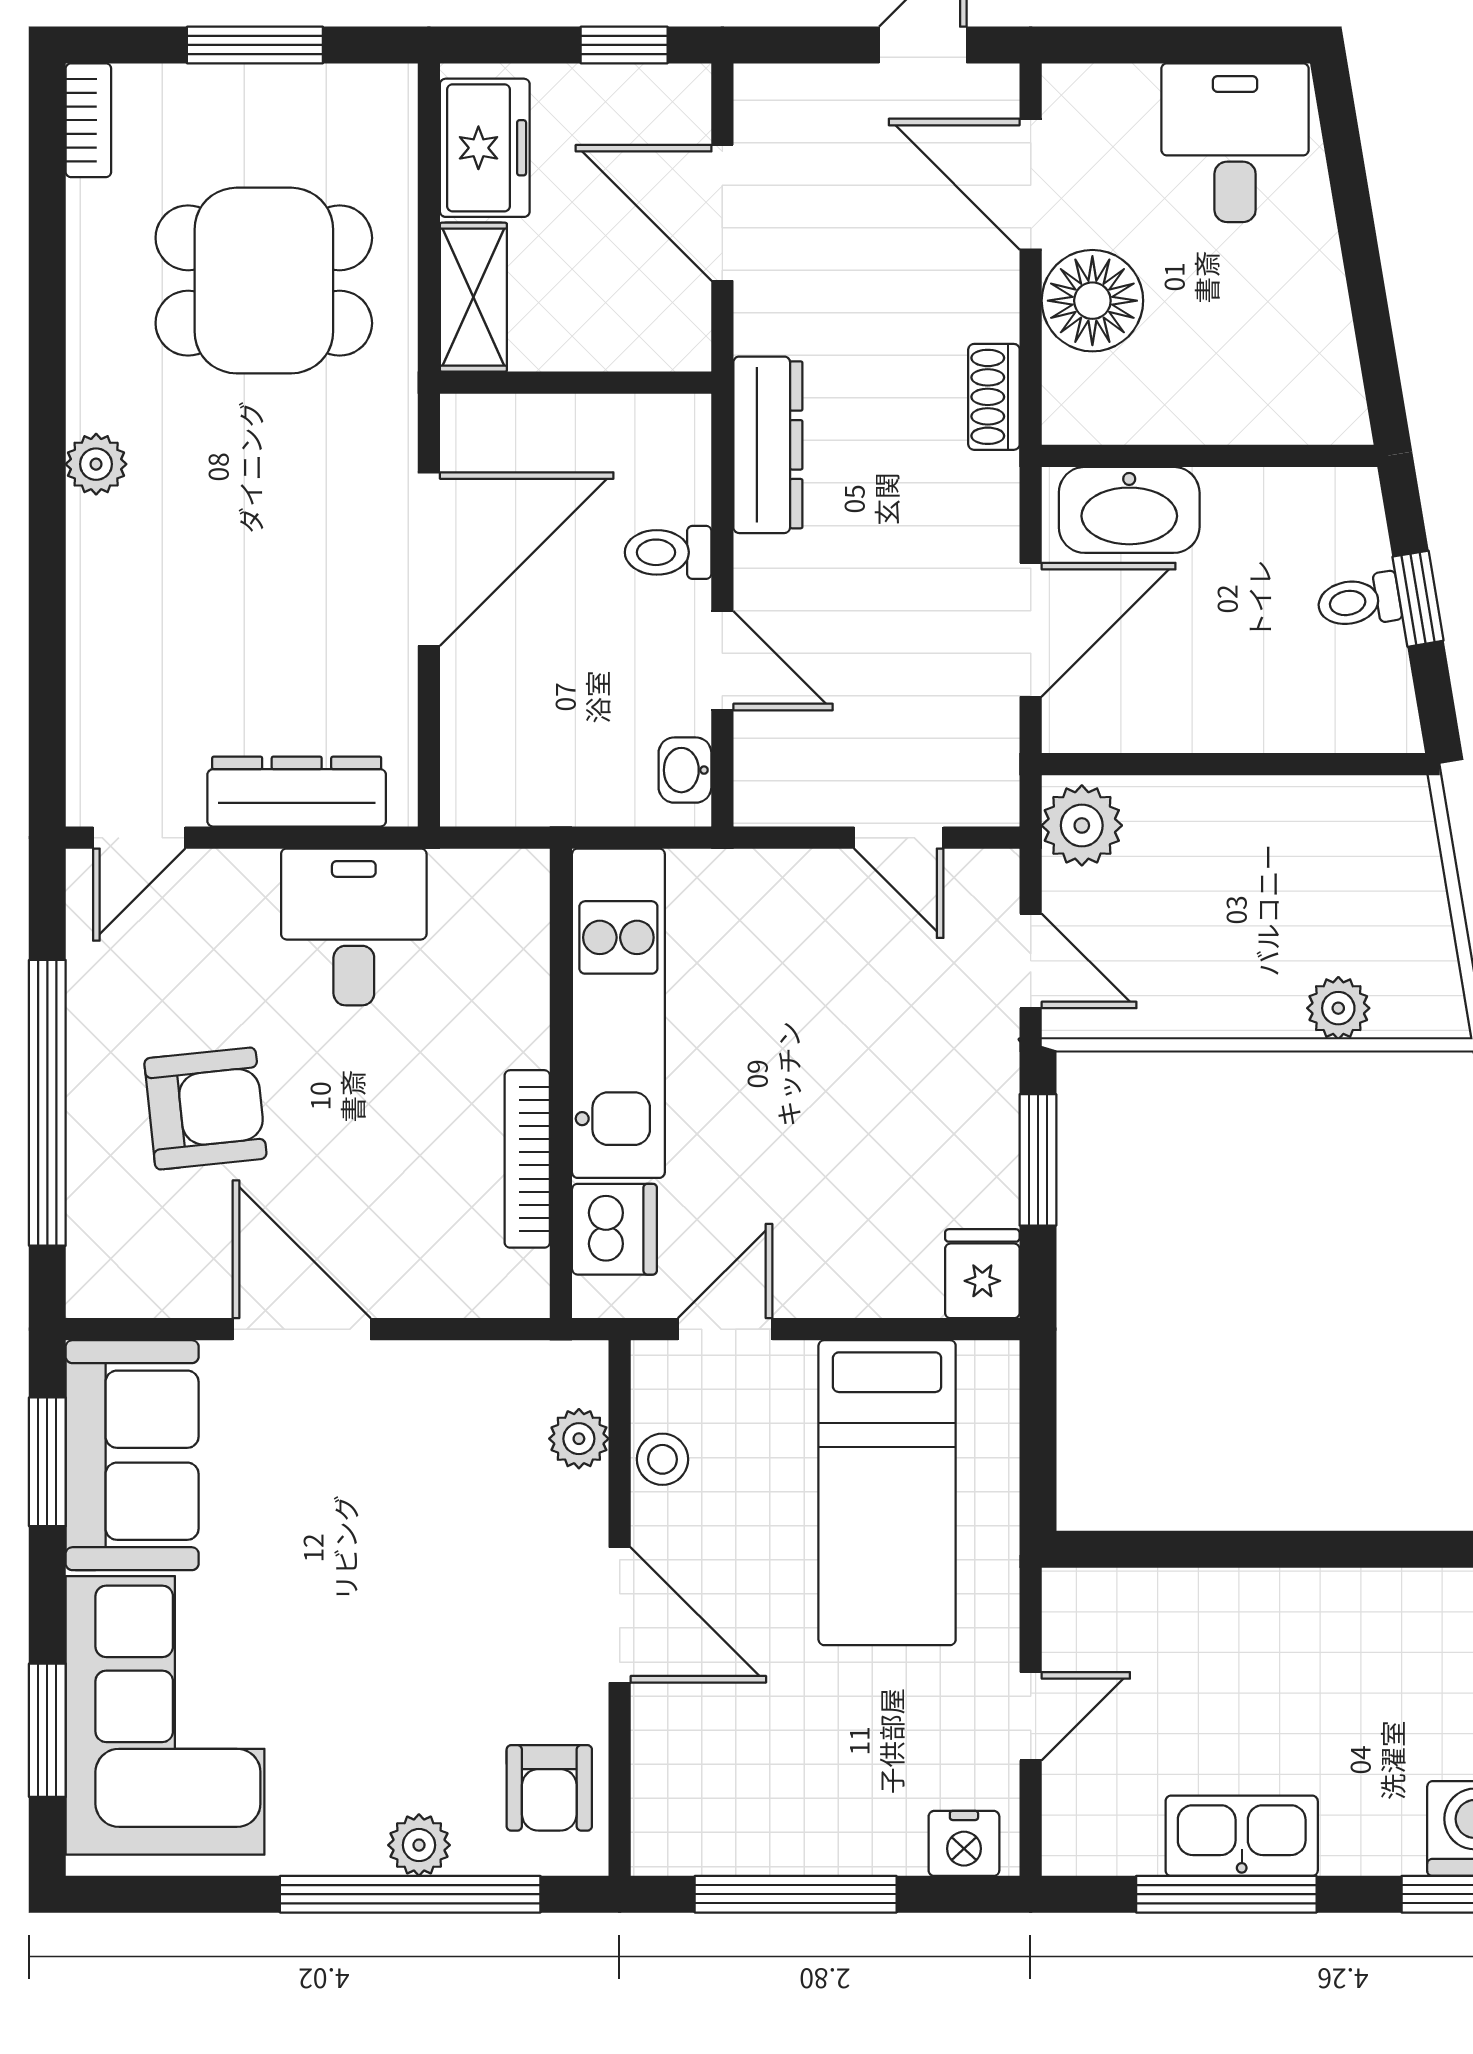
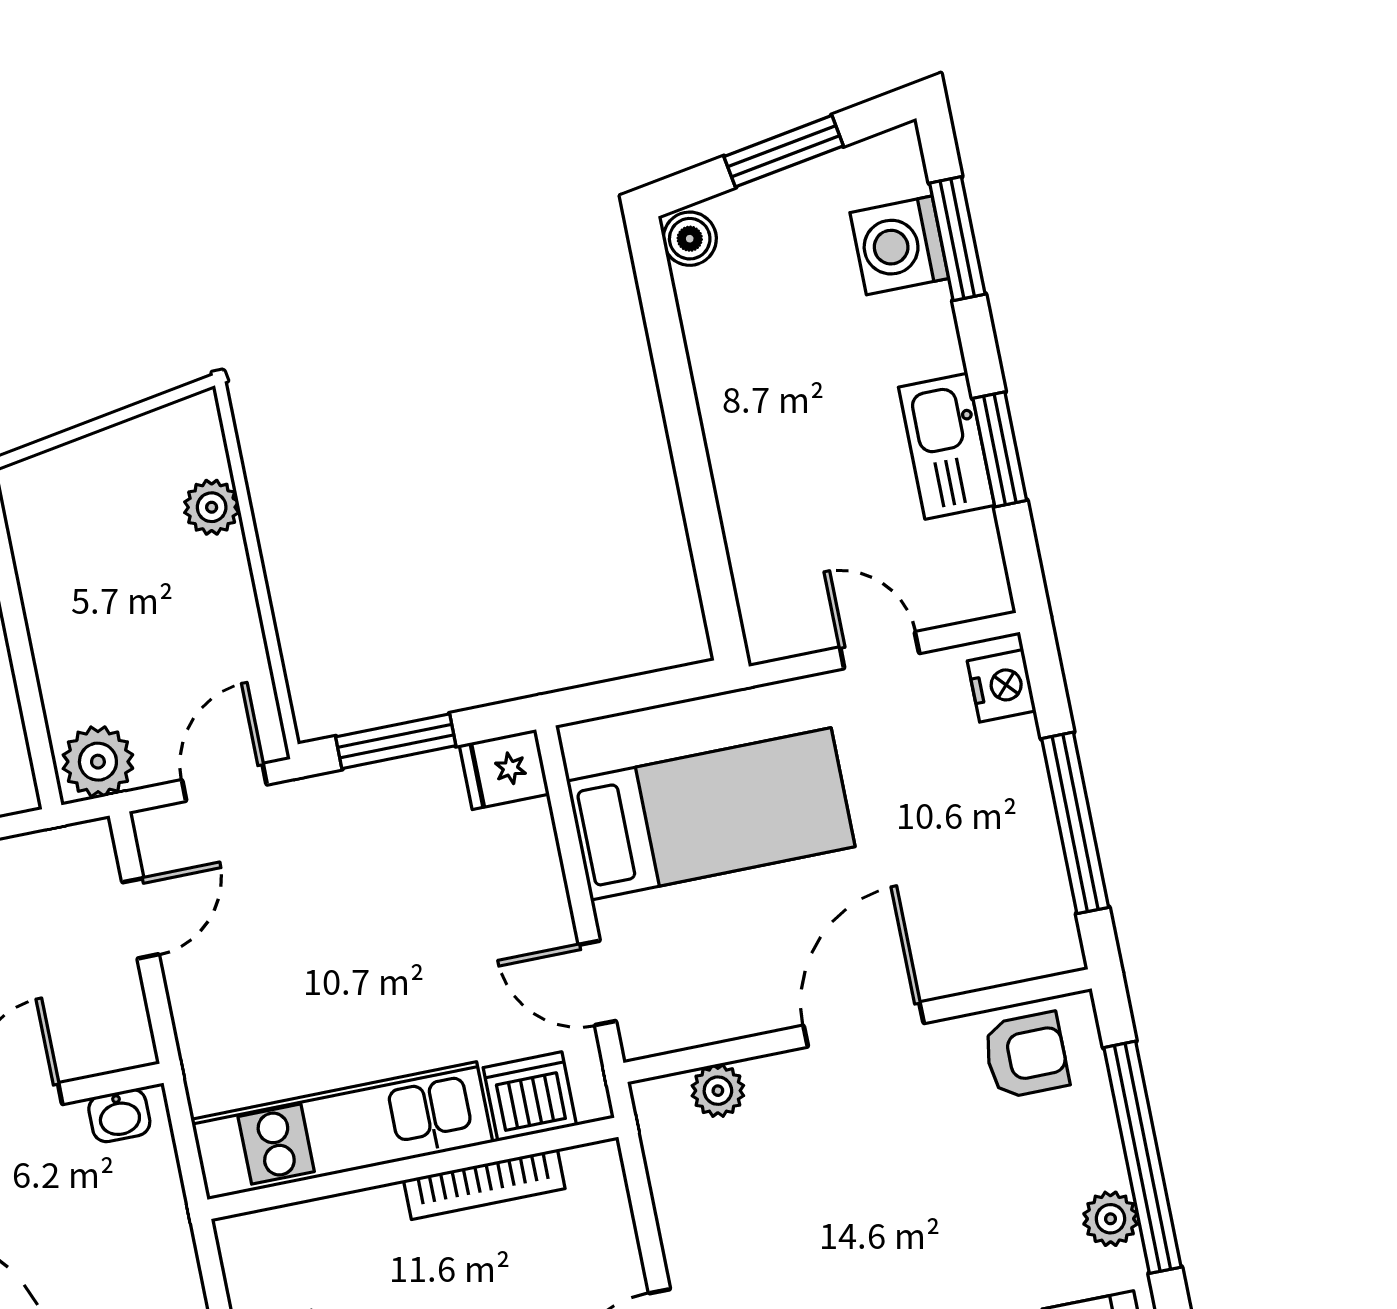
stool: (662, 1459) -> (721, 1015), removed
plant: (419, 1845) -> (1111, 1219), moved
window: (1226, 1894) -> (1000, 449), width x0.69

